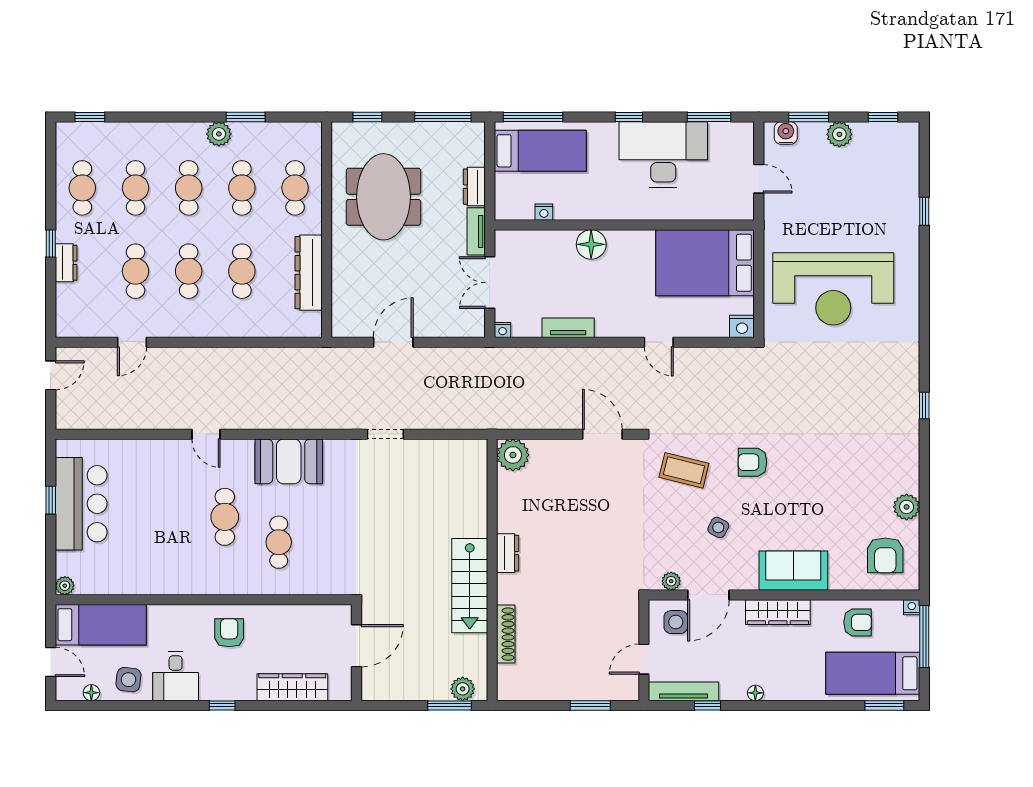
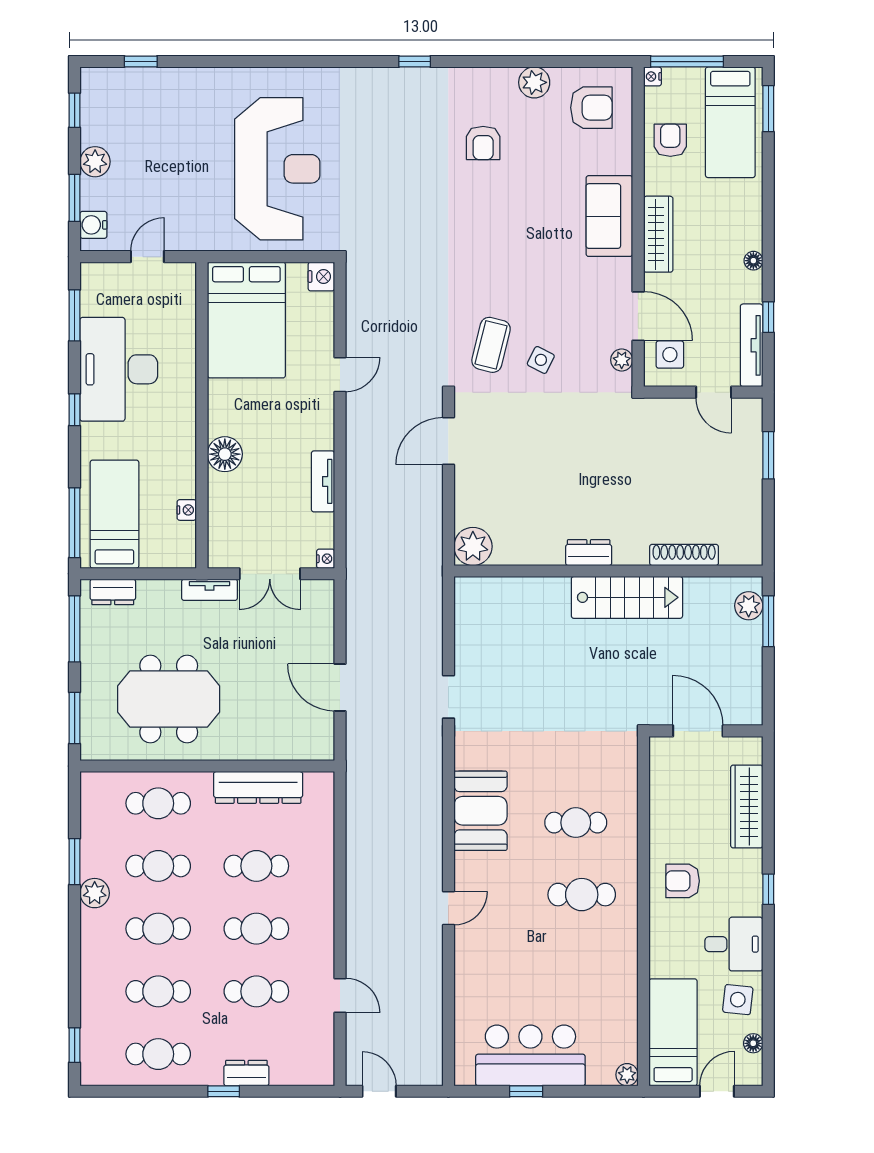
window: (367, 117) -> (75, 718), width x1.50
dresser: (474, 187) -> (113, 592), moved
window: (924, 211) -> (141, 62), moved
armchair: (753, 462) -> (483, 143), moved
cafe table: (225, 517) -> (582, 895), moved
side table: (718, 527) -> (541, 360), moved

